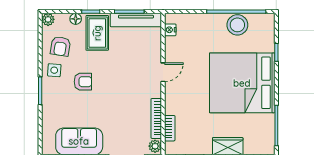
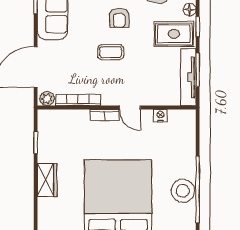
nightstand: (170, 30) -> (160, 116), moved
coffee table: (114, 89) -> (111, 52), added
bookcase: (170, 128) -> (105, 115), moved

